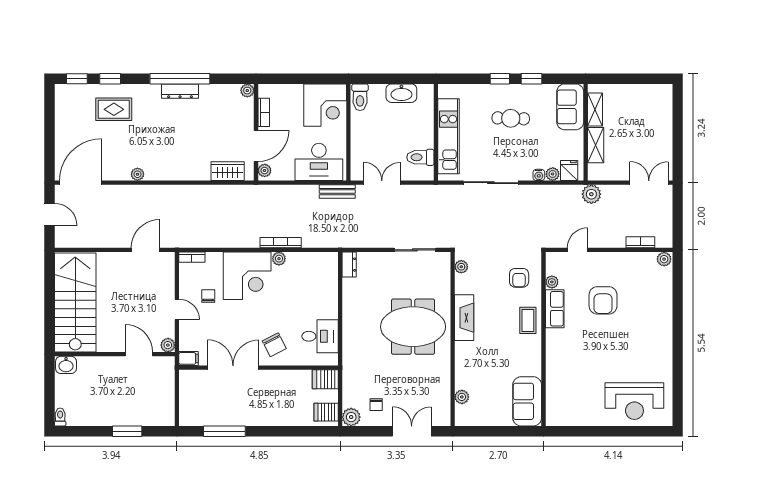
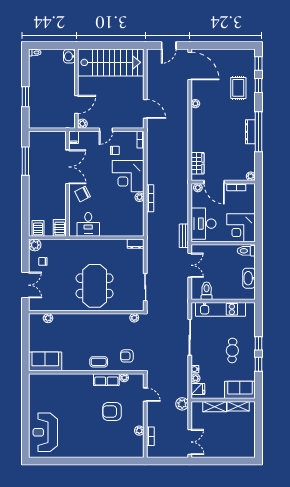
plant: (664, 259) -> (139, 431), moved
fireplace: (464, 318) -> (101, 320), removed

